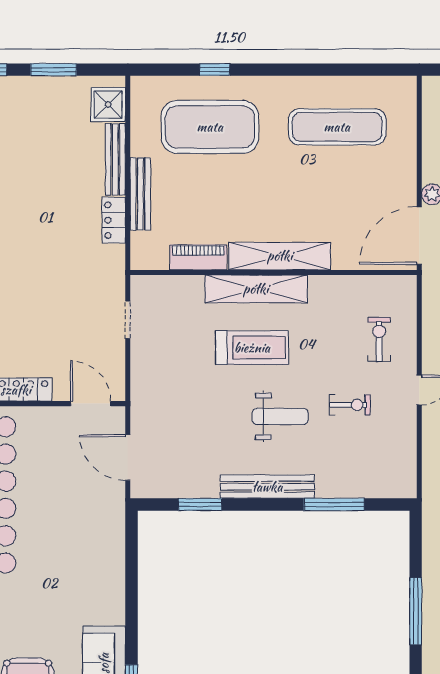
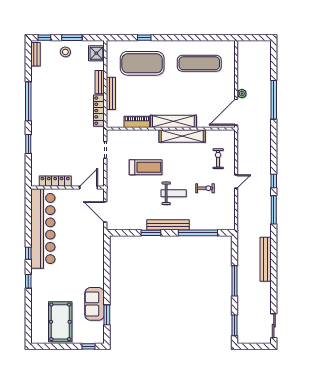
stool: (39, 102) -> (65, 52), added
bench: (115, 159) -> (100, 82), width x0.73
locker: (114, 220) -> (99, 111), width x1.53
shelving: (256, 289) -> (182, 136), moved
treadmill: (252, 348) -> (146, 167), moved
door: (91, 404) -> (89, 188), hinge flipped
window: (200, 504) -> (151, 233), moved
window: (334, 504) -> (198, 233), width x1.46

